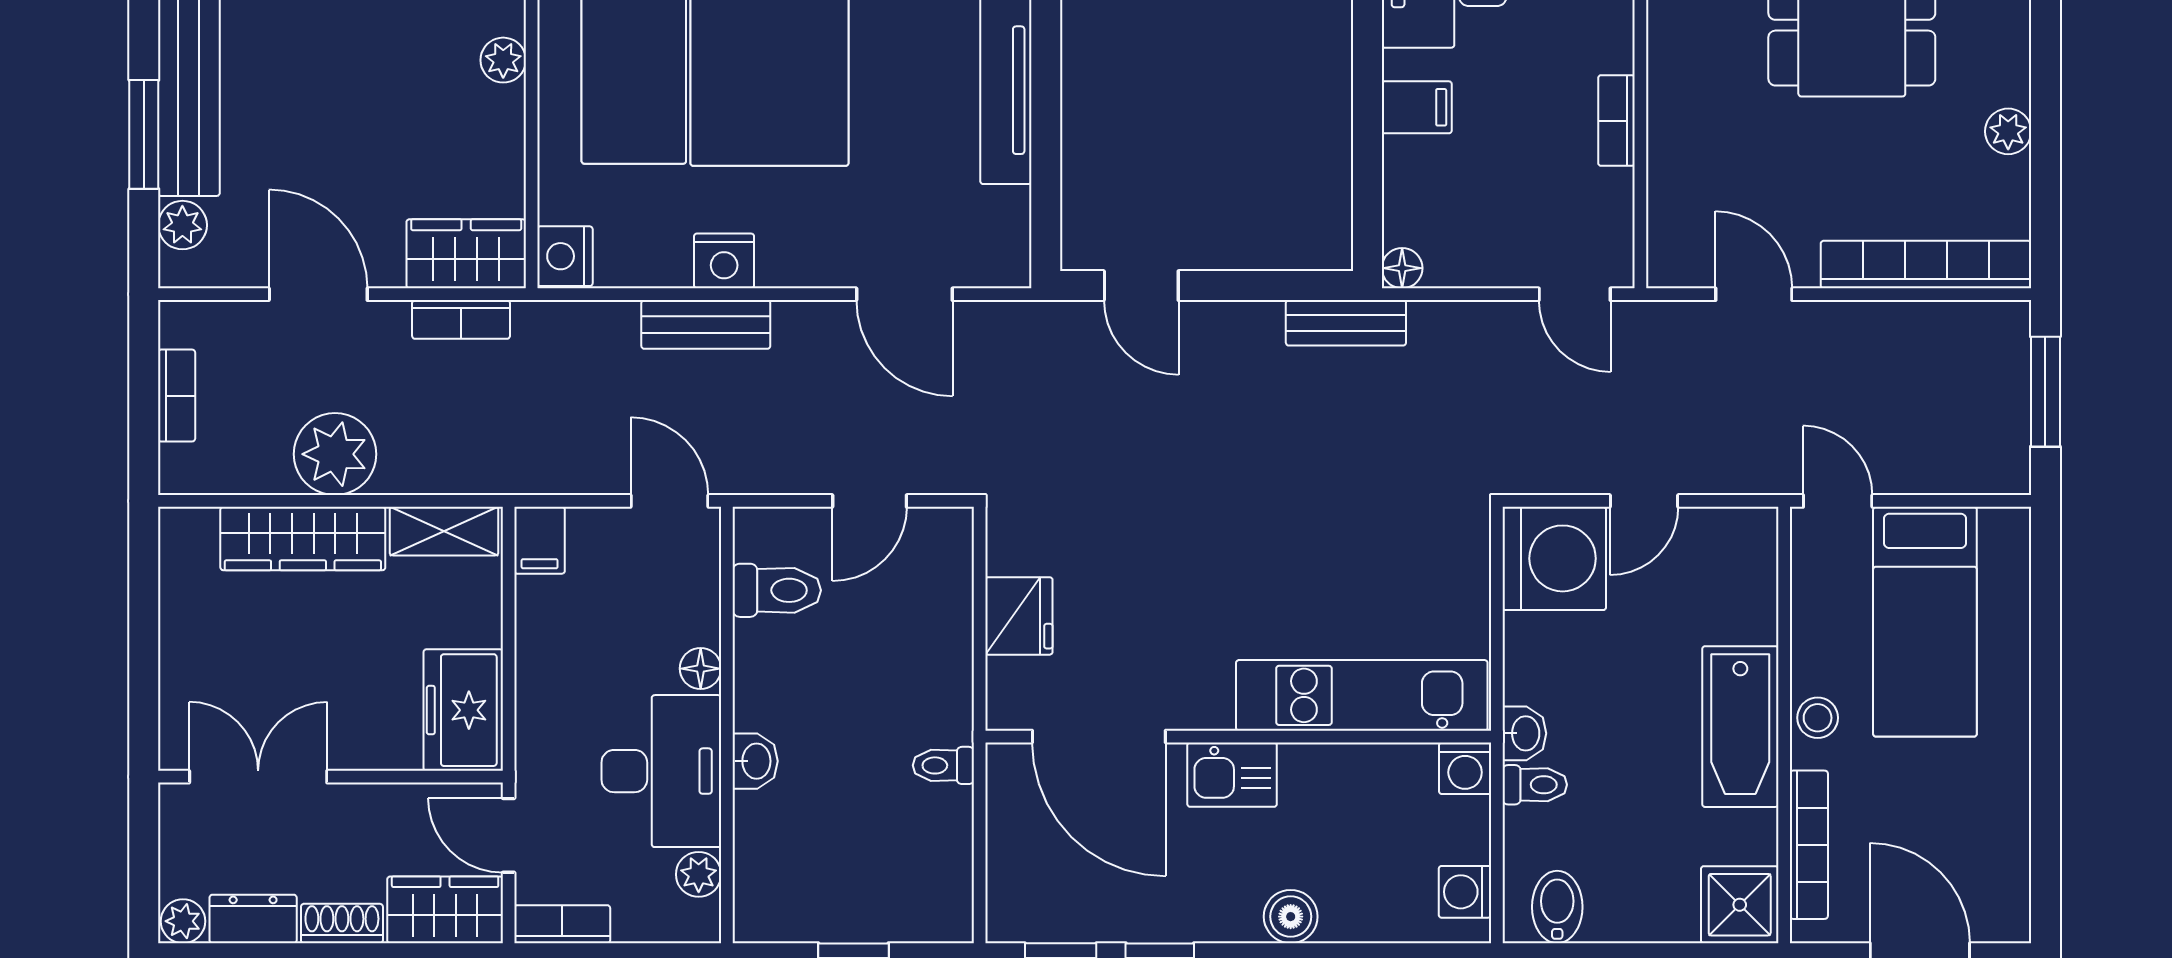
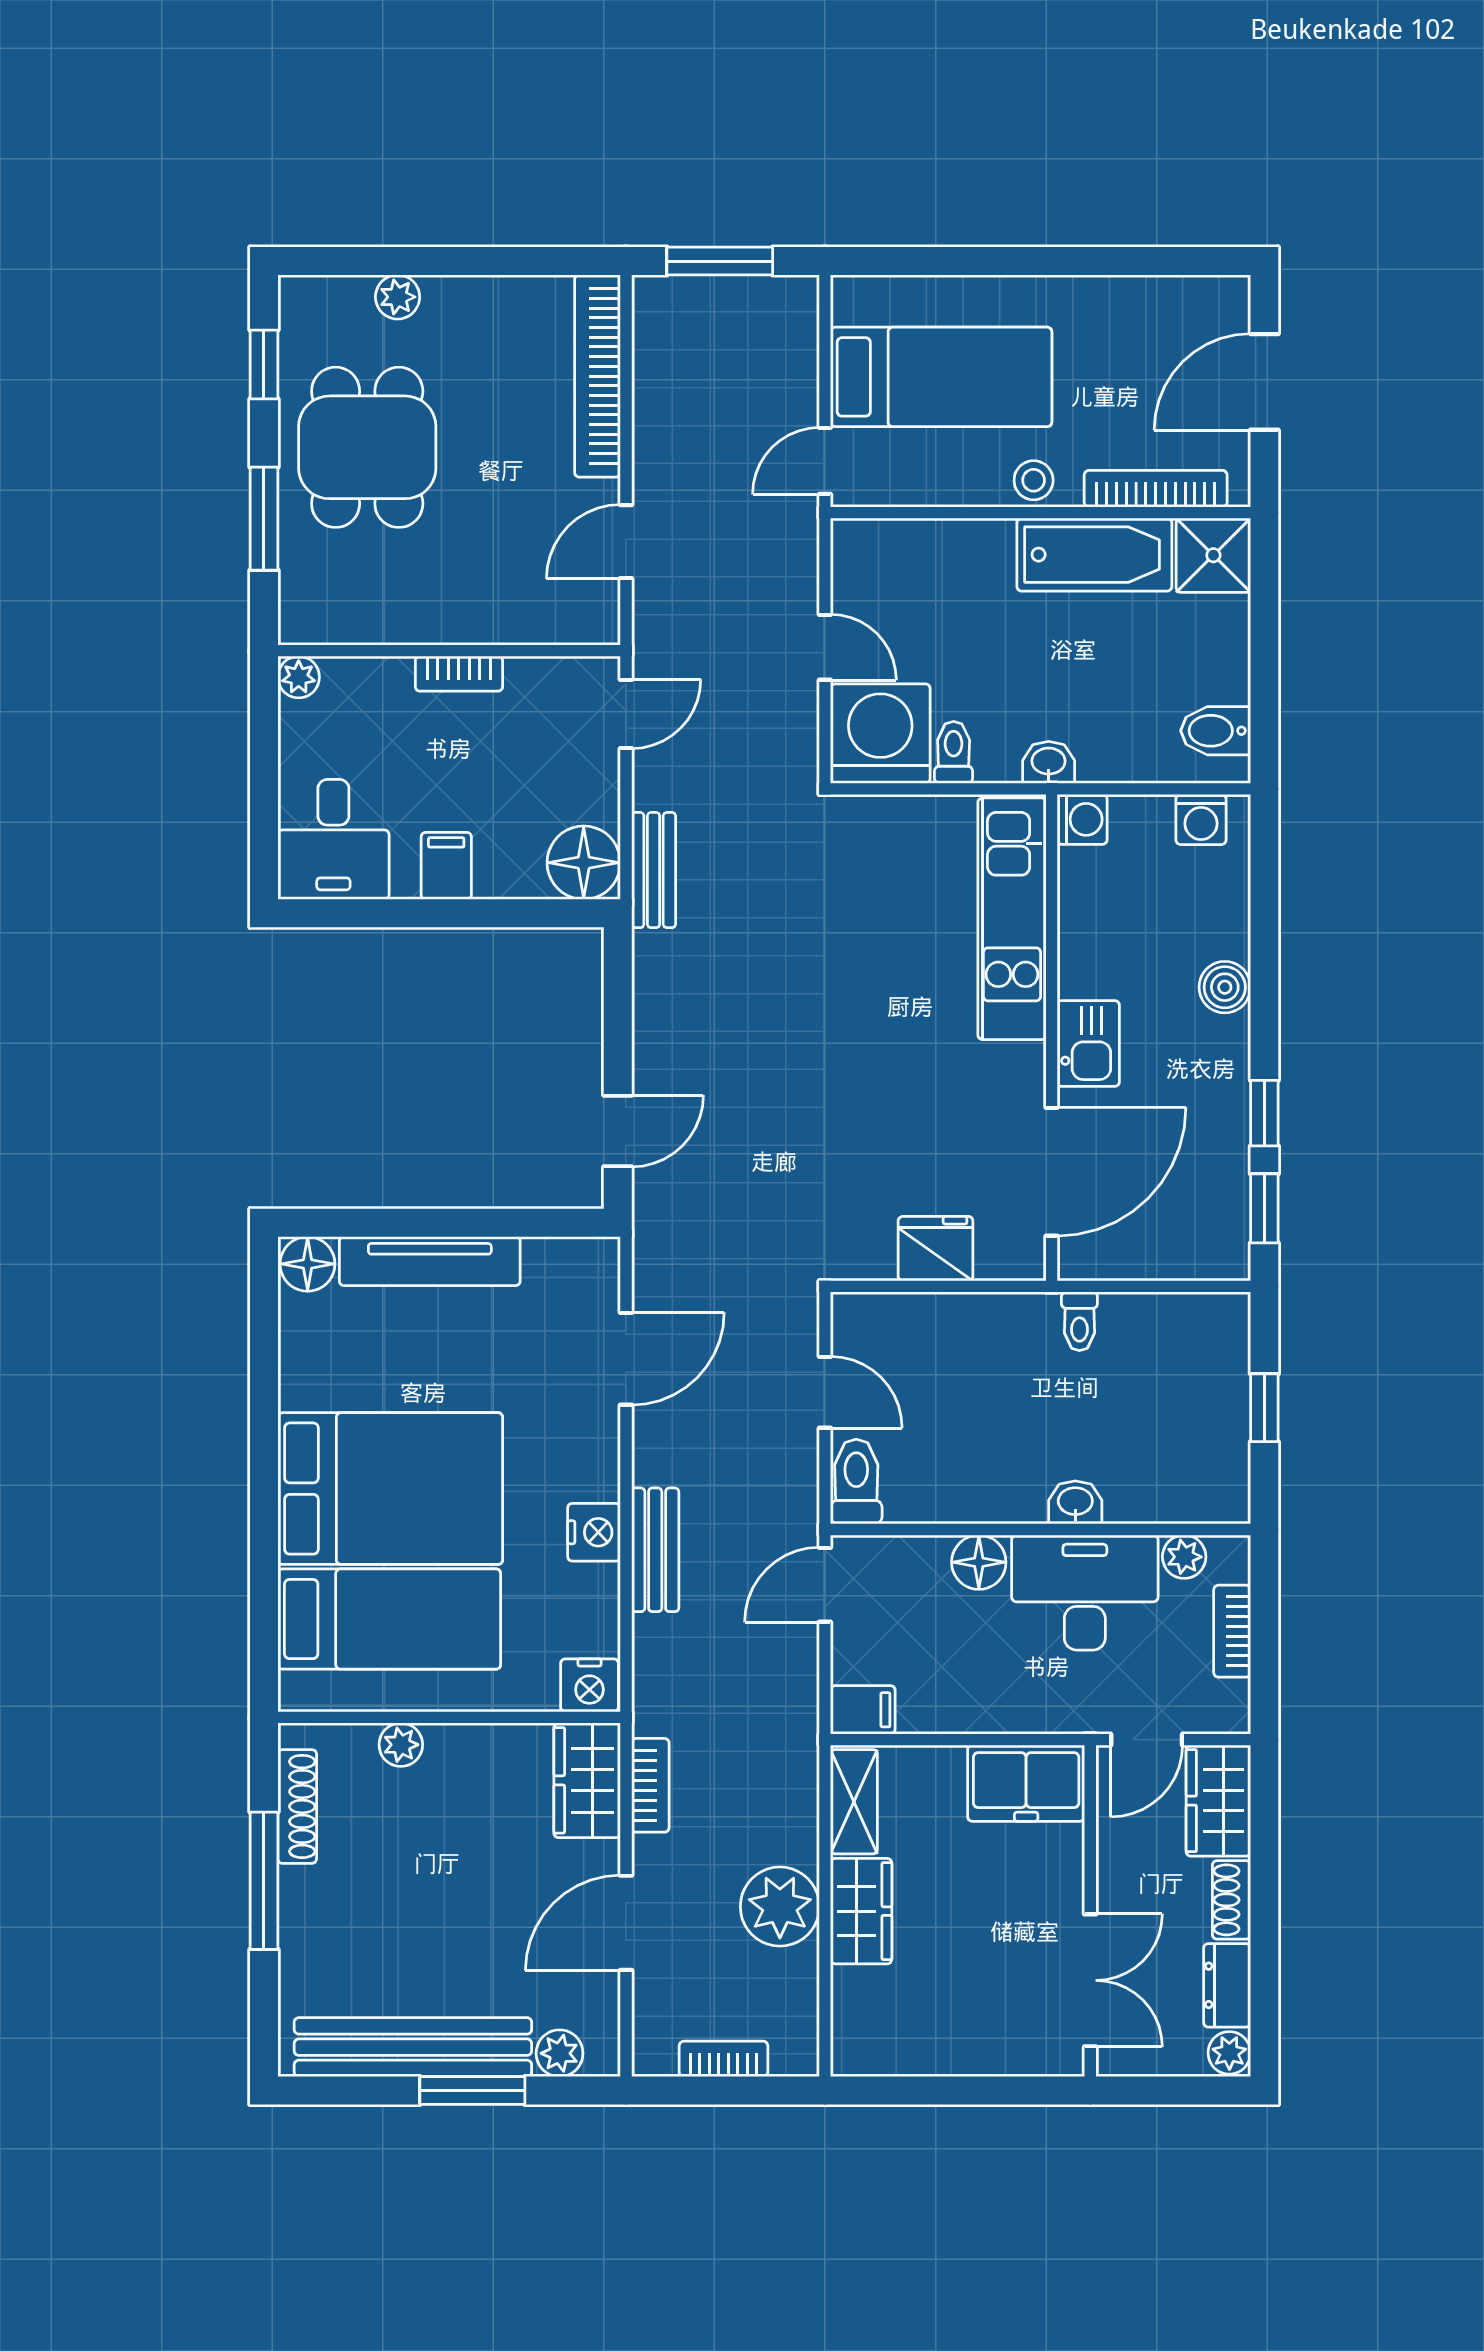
plant: (2008, 131) -> (398, 297), moved
floor lamp: (1402, 268) -> (584, 863), width x1.89, depth x1.89
bench: (1346, 323) -> (654, 870), moved
wardrobe: (303, 539) -> (861, 1911), width x0.67
toilet: (777, 590) -> (856, 1482), moved
floor lamp: (701, 669) -> (979, 1562), width x1.37, depth x1.37
bathtub: (1740, 727) -> (1094, 555), moved
double door: (258, 777) -> (1090, 1980), swing flipped
toilet: (1535, 785) -> (954, 752), moved
bookcase: (562, 924) -> (1232, 1631), moved

